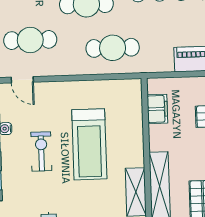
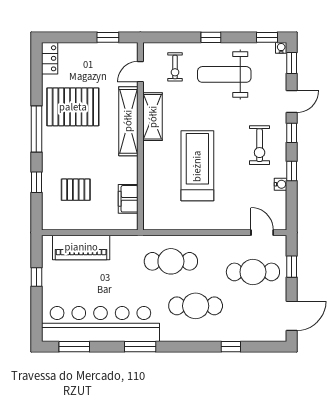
exercise bike: (41, 151) -> (260, 145), moved

